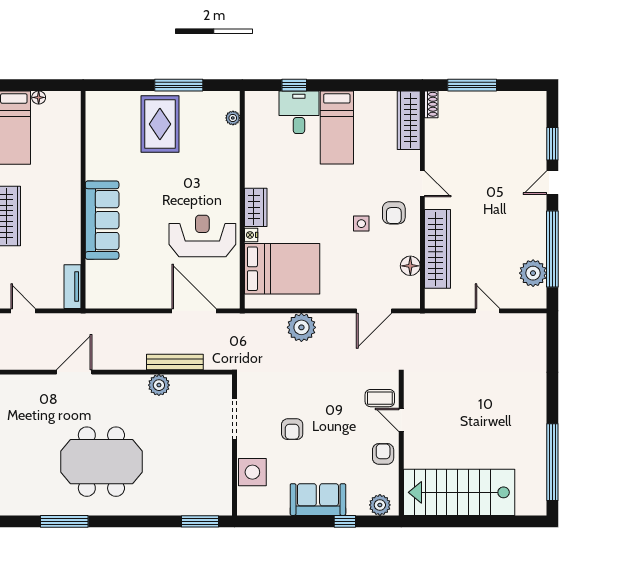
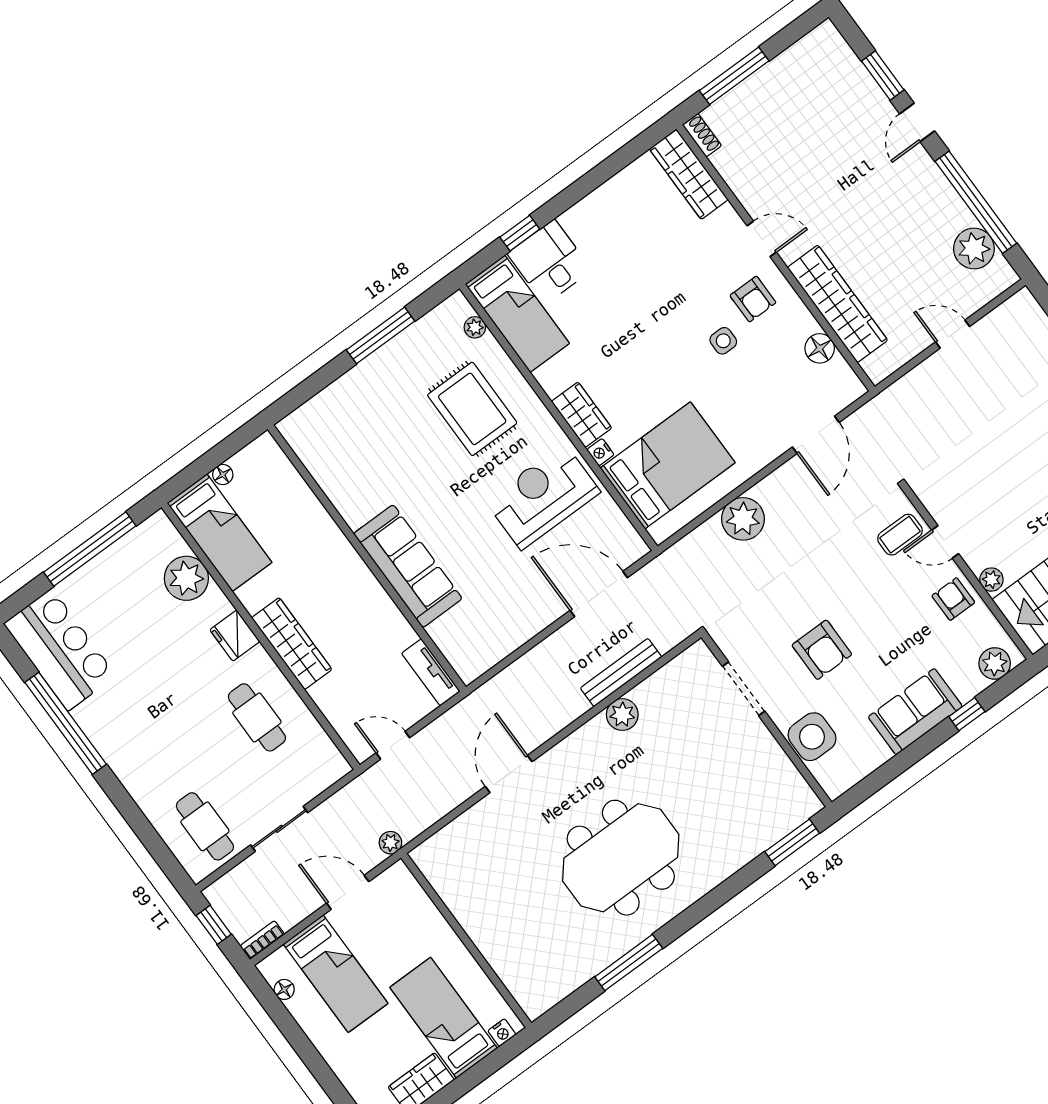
rug: (160, 124) -> (472, 409), moved
bed: (337, 127) -> (517, 314), moved
armchair: (292, 429) -> (822, 650), width x1.38, depth x1.38
plant: (411, 458) -> (991, 580), added

